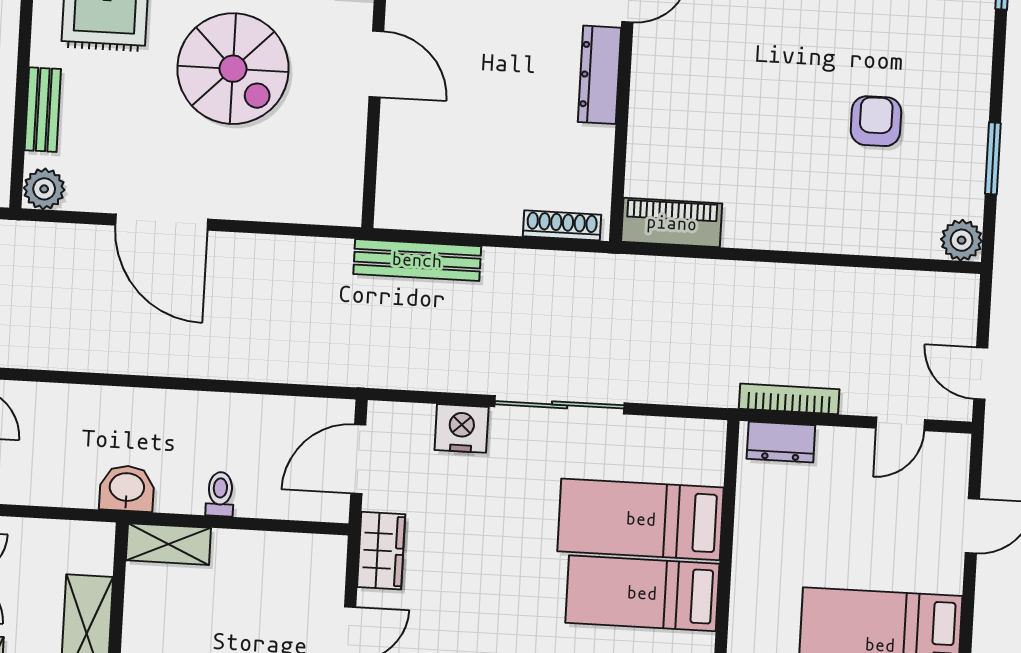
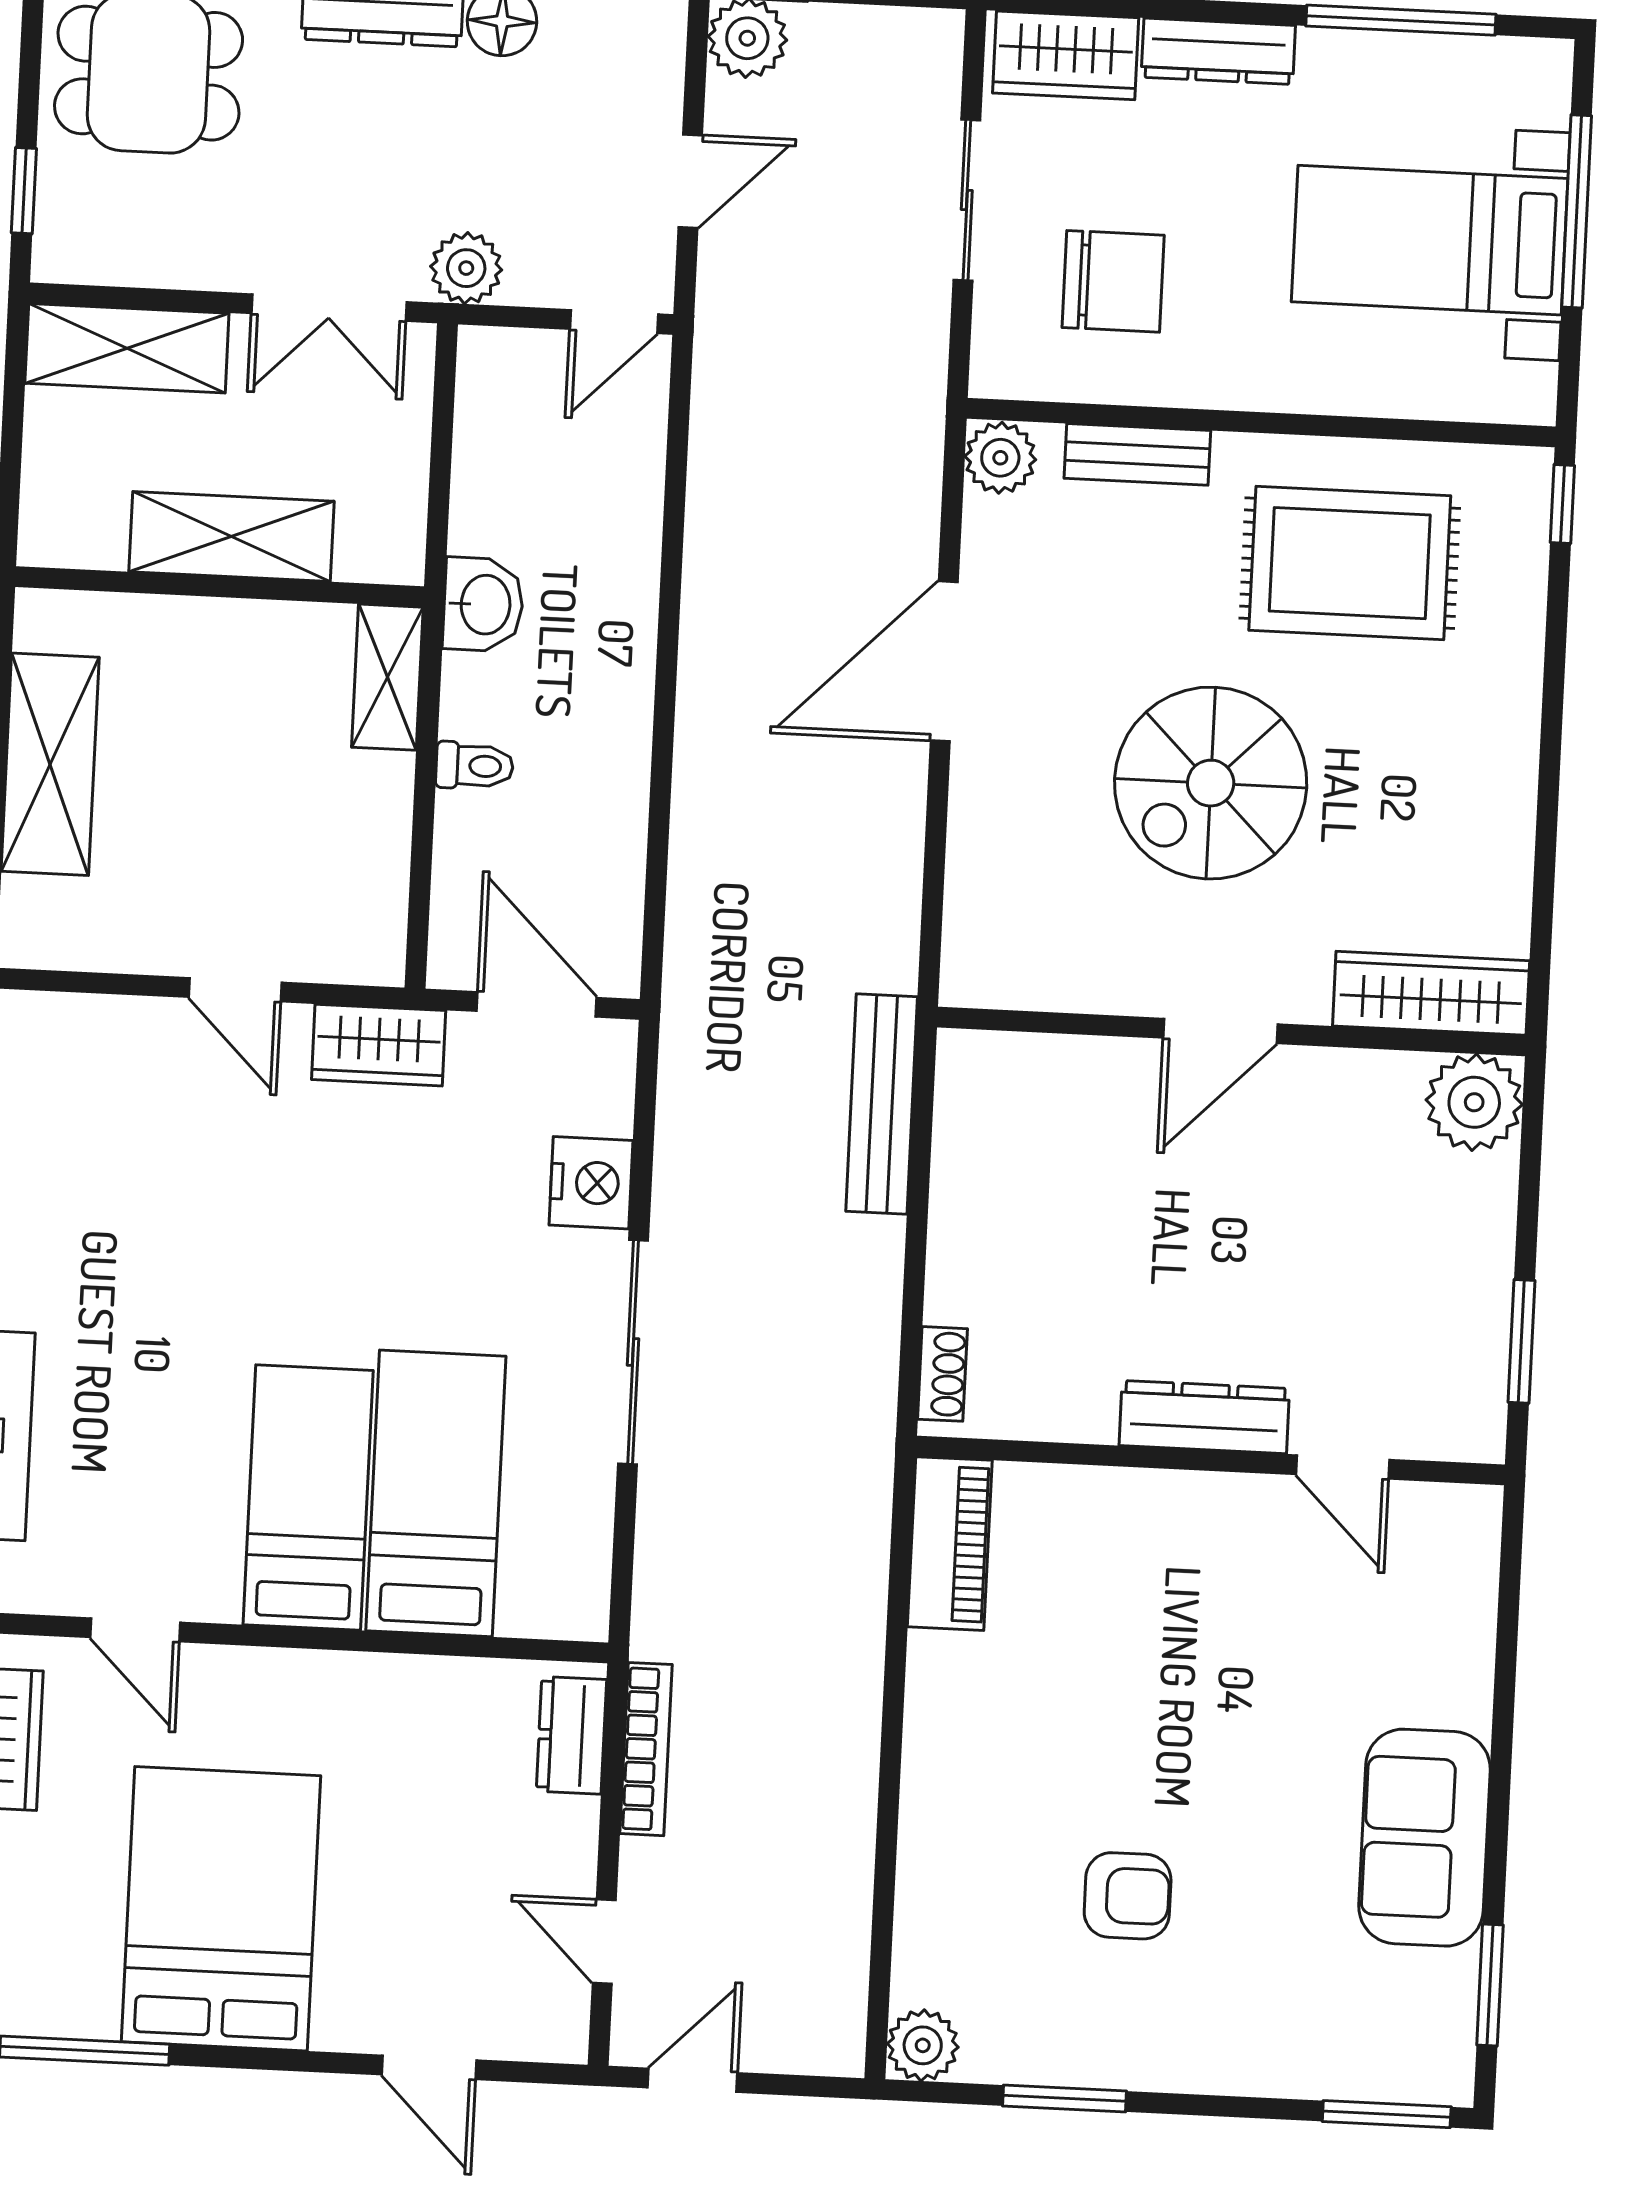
shoe rack: (562, 225) -> (942, 1374), width x0.70

